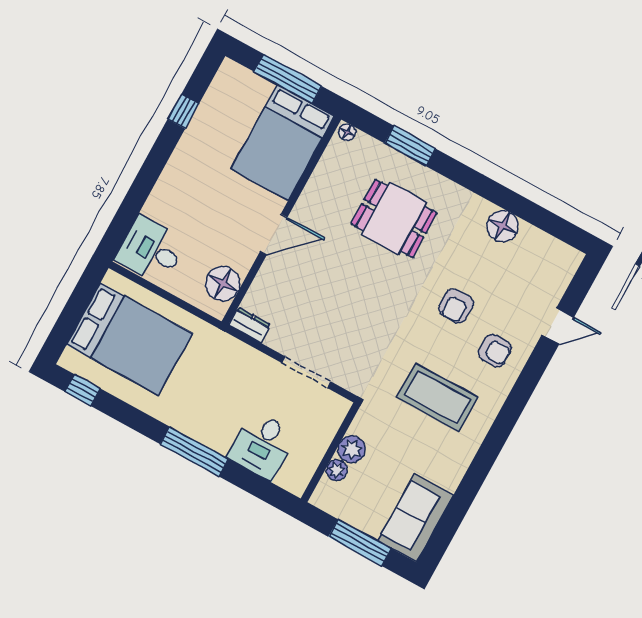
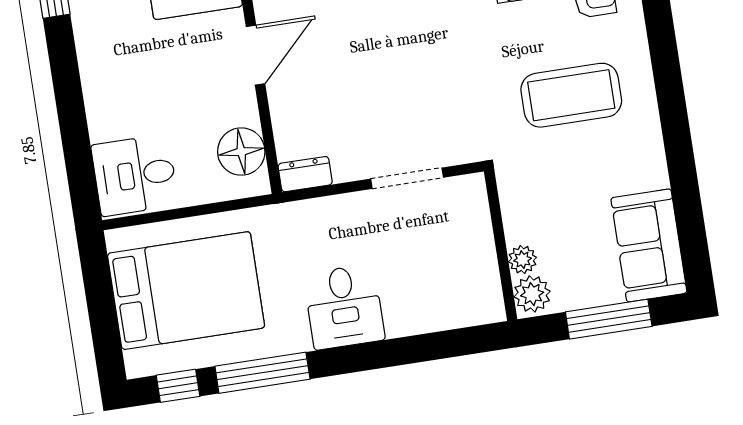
desk: (262, 445) -> (344, 307), moved
plant: (352, 449) -> (532, 294), moved
window: (194, 452) -> (262, 373), moved

